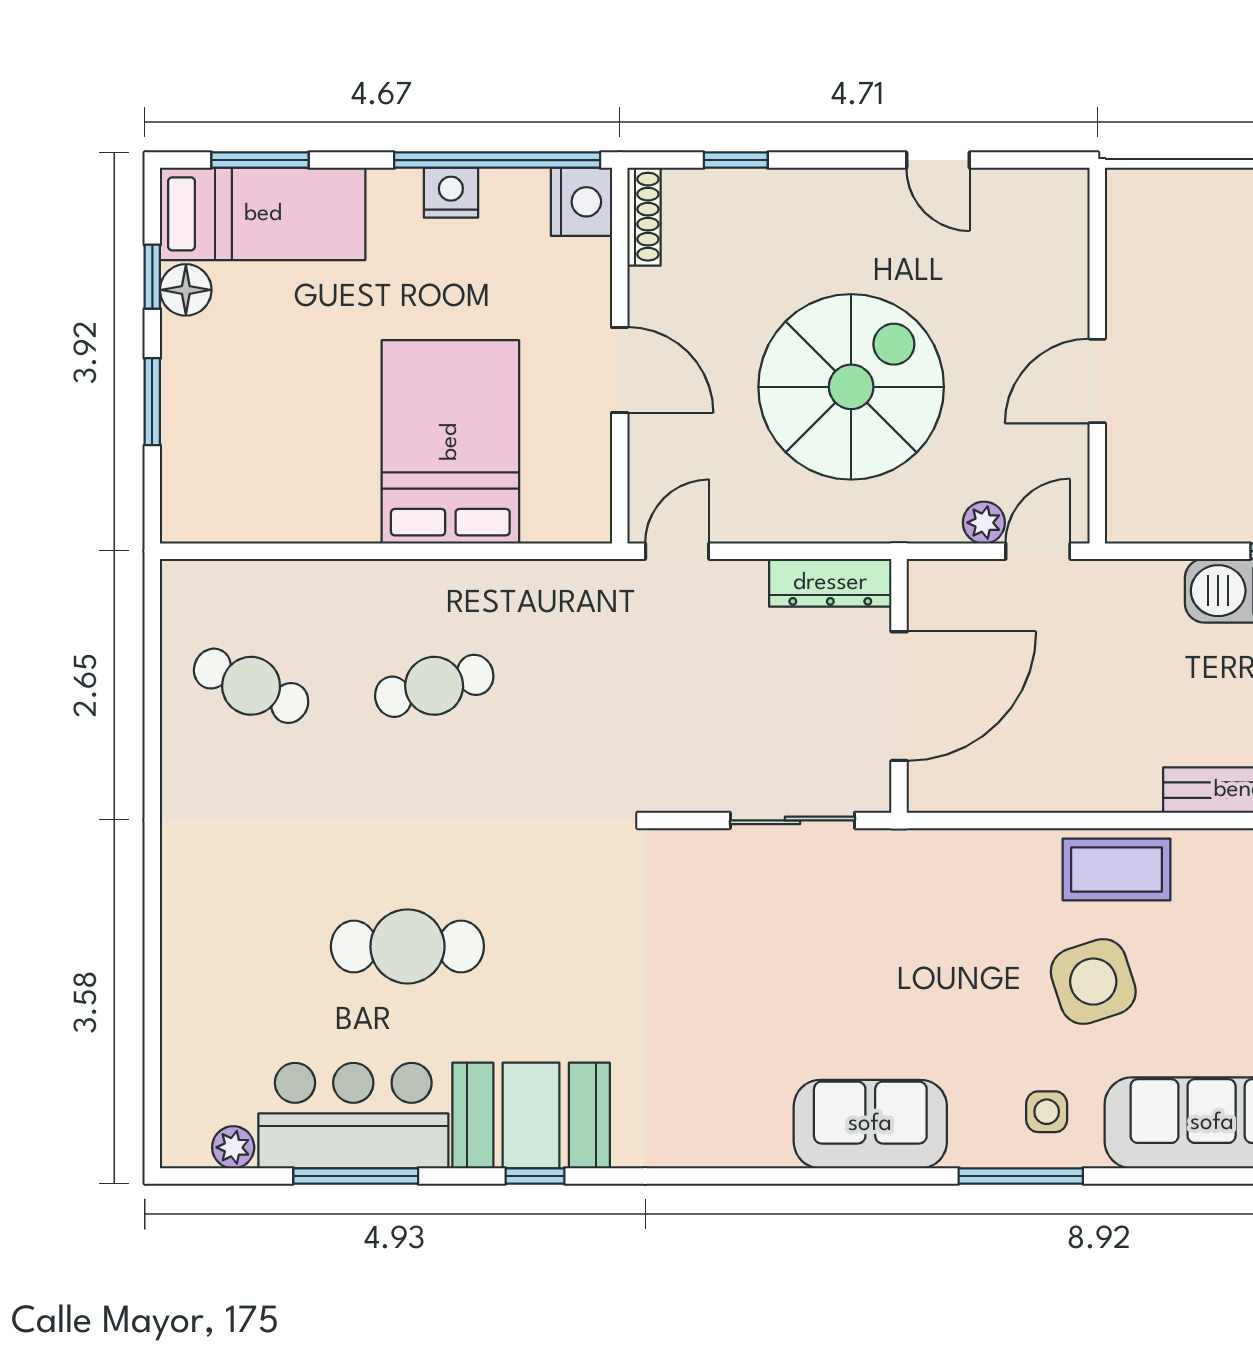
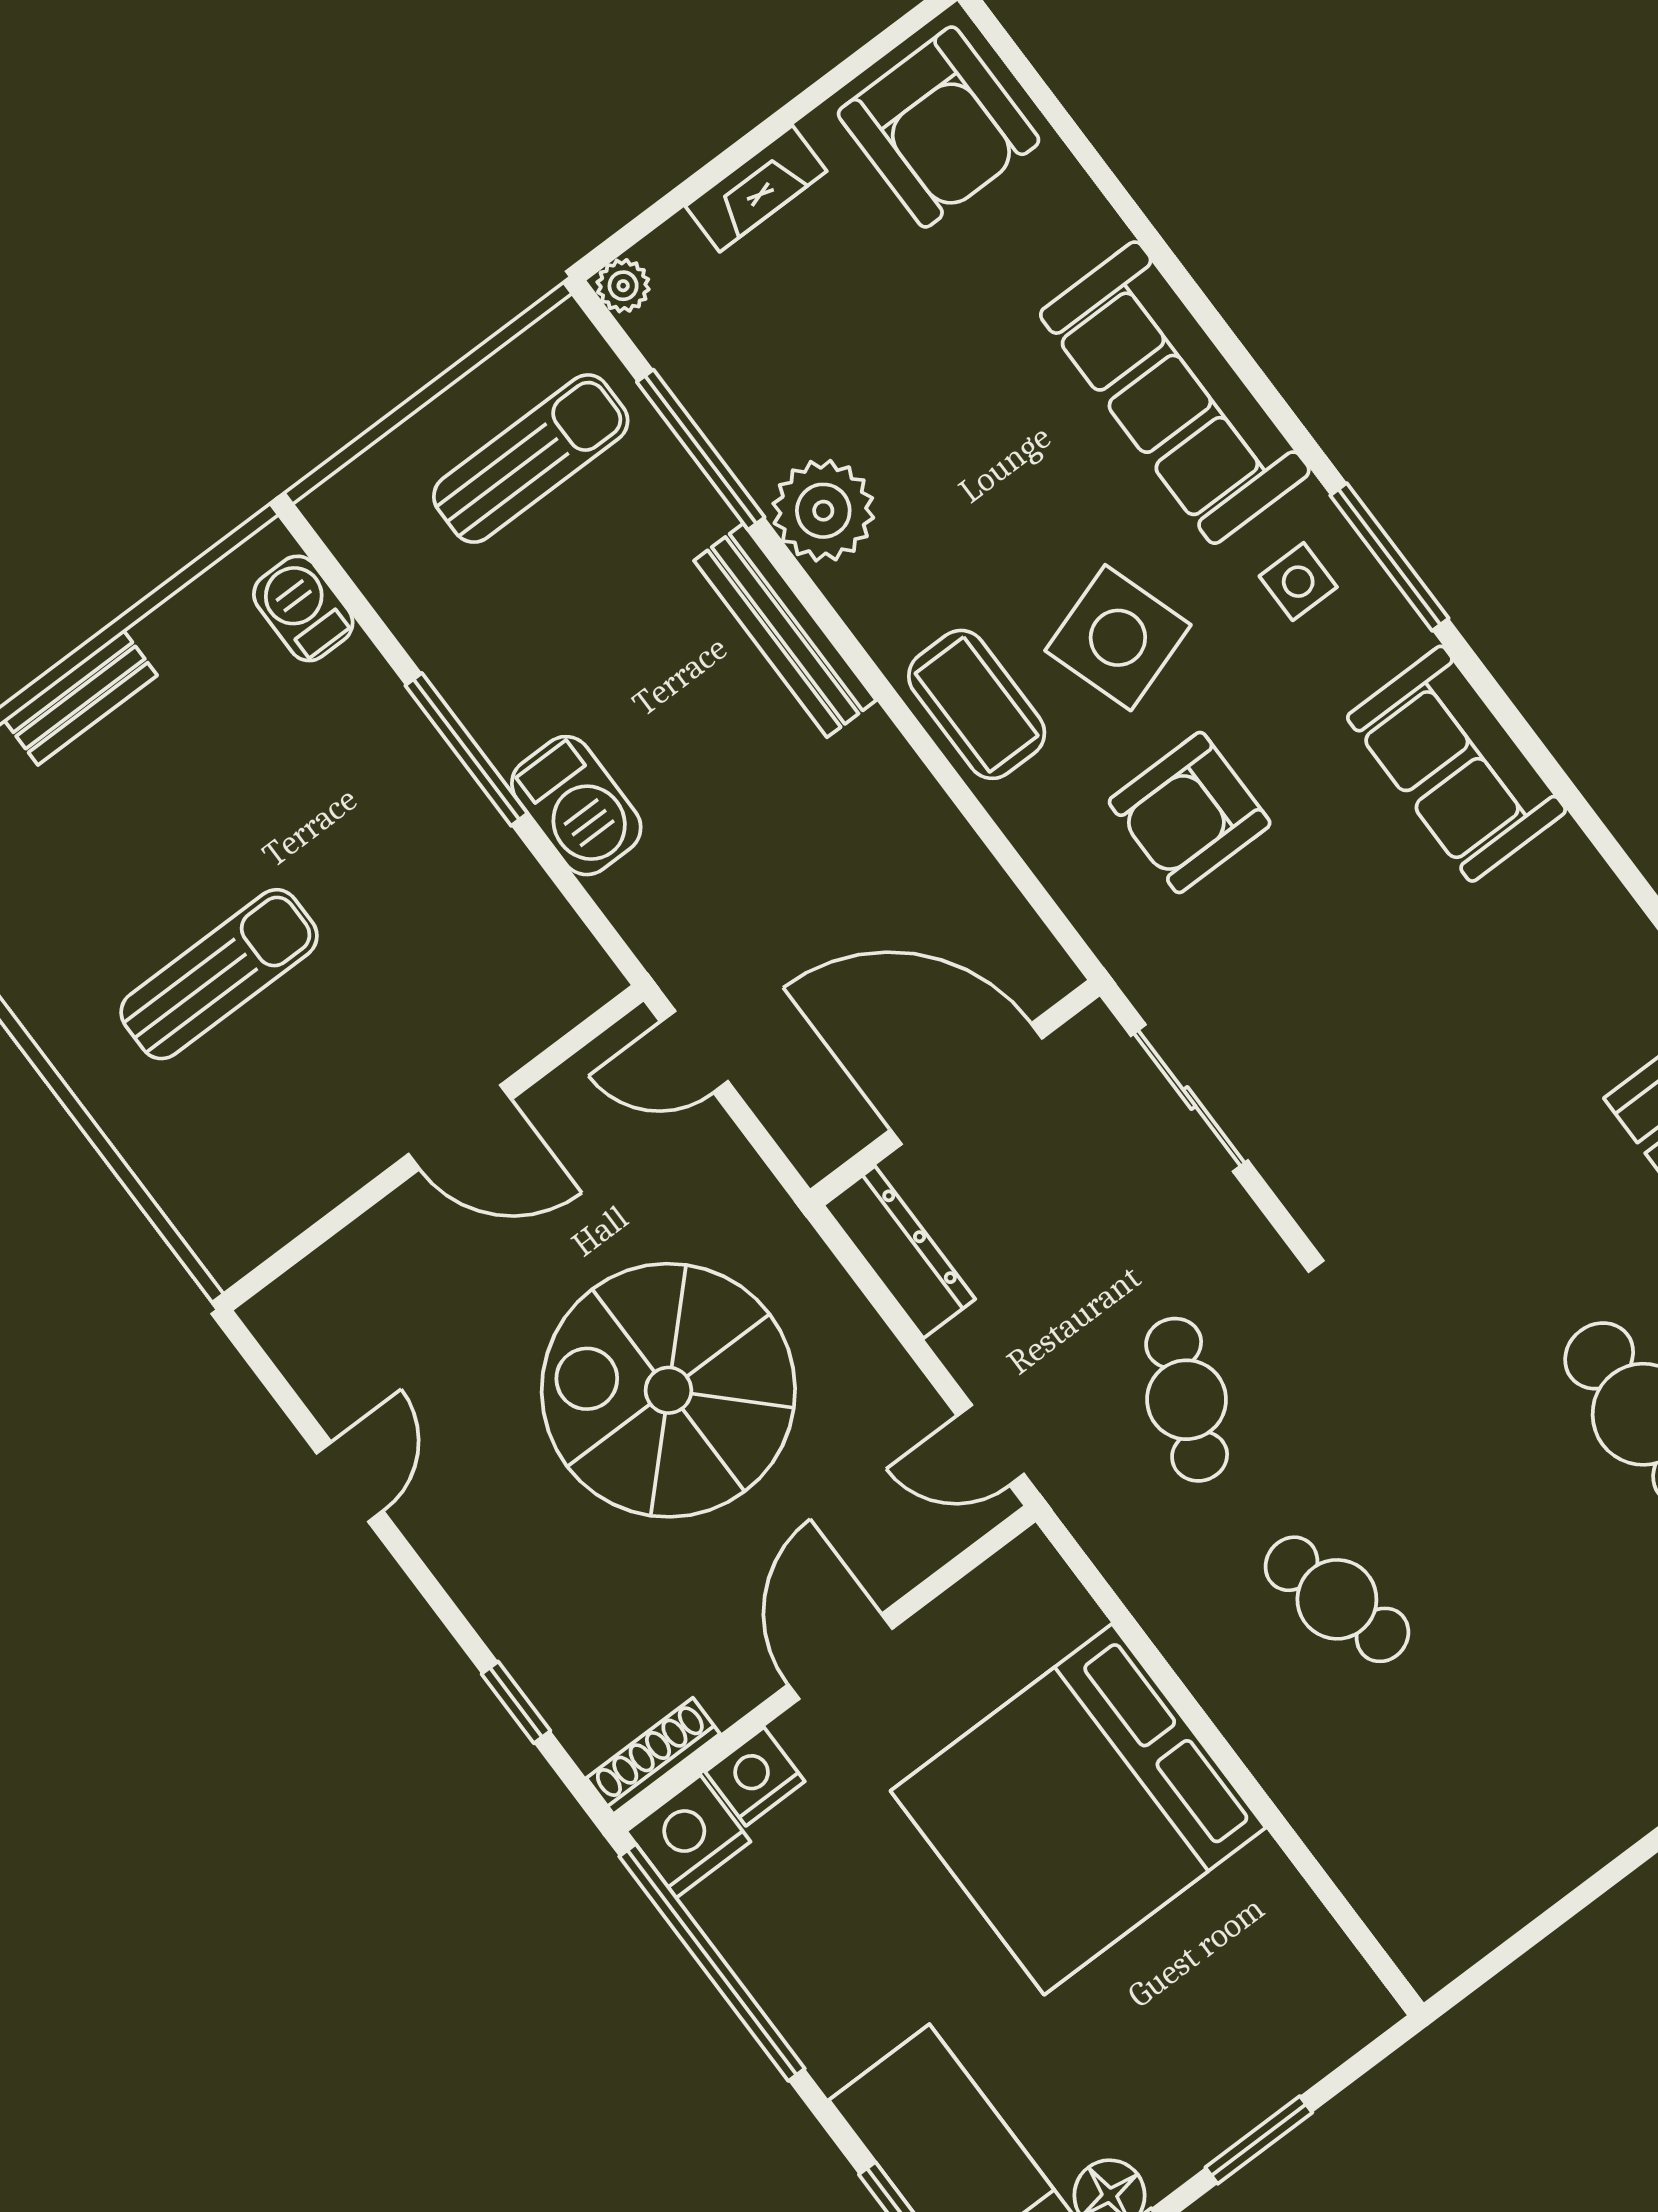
nightstand: (451, 193) -> (755, 1777), moved, turned 90
bed: (450, 442) -> (1078, 1809), width x1.36
plant: (984, 523) -> (707, 1134), removed
cafe table: (251, 686) -> (1187, 1400), moved
armchair: (959, 946) -> (1190, 812), added

